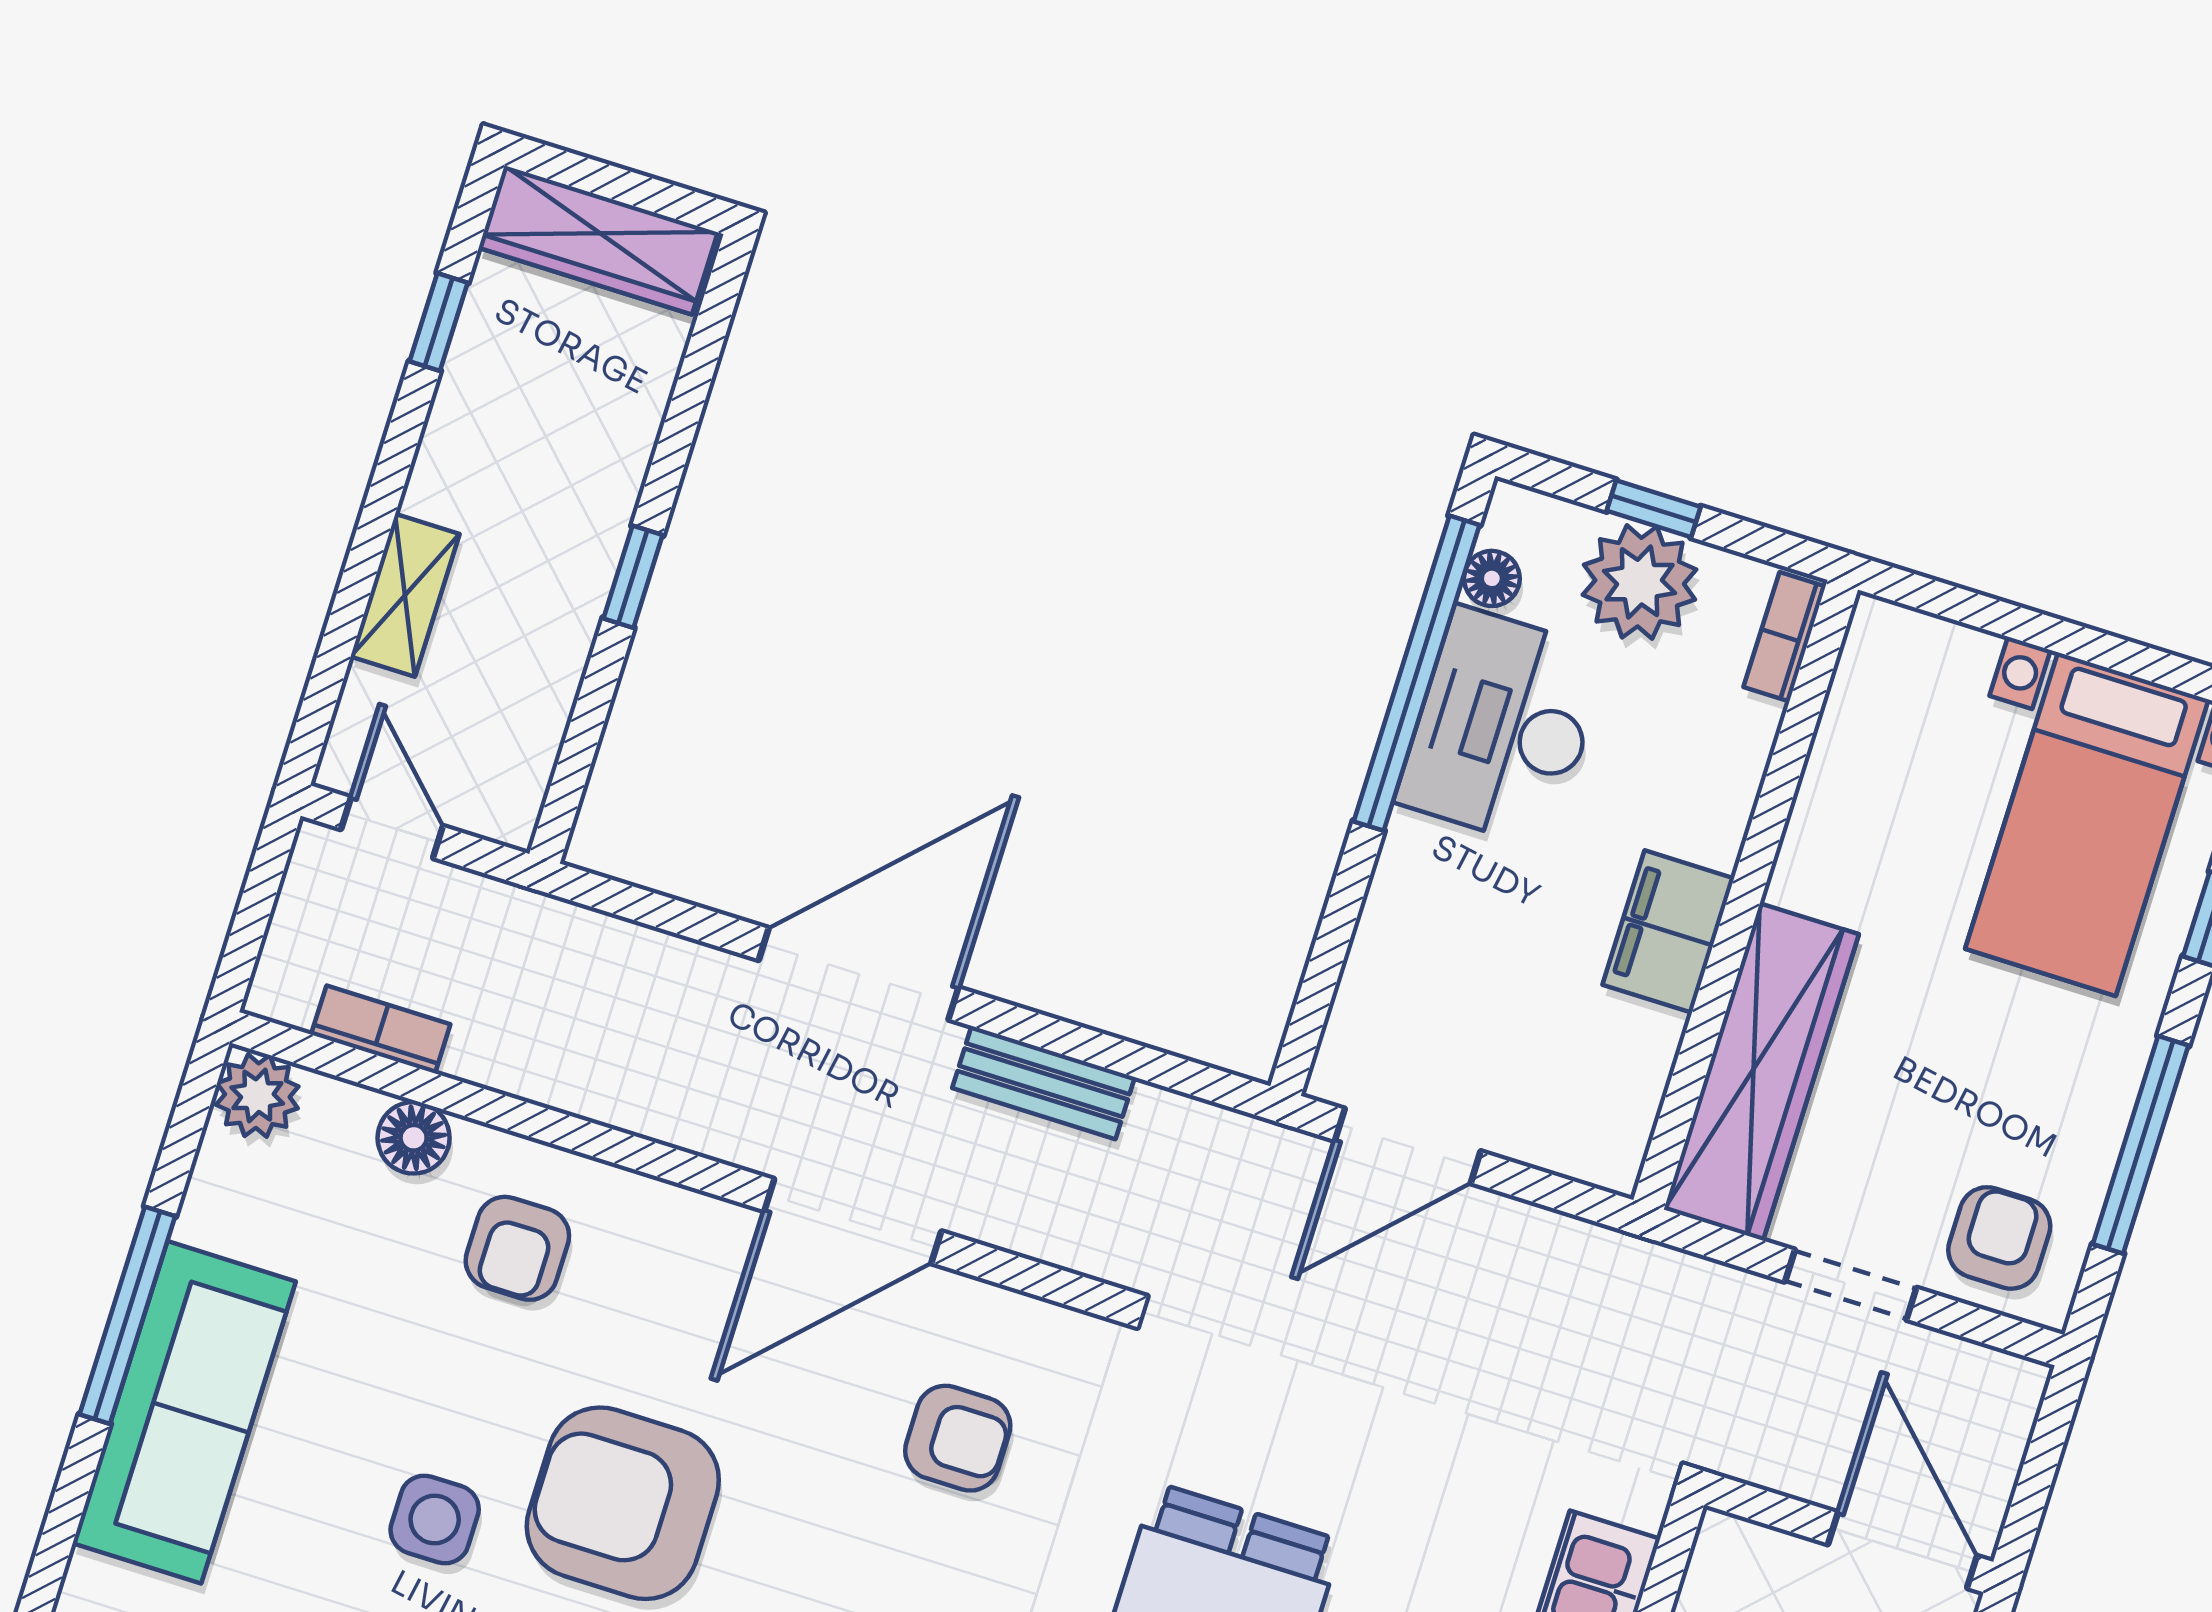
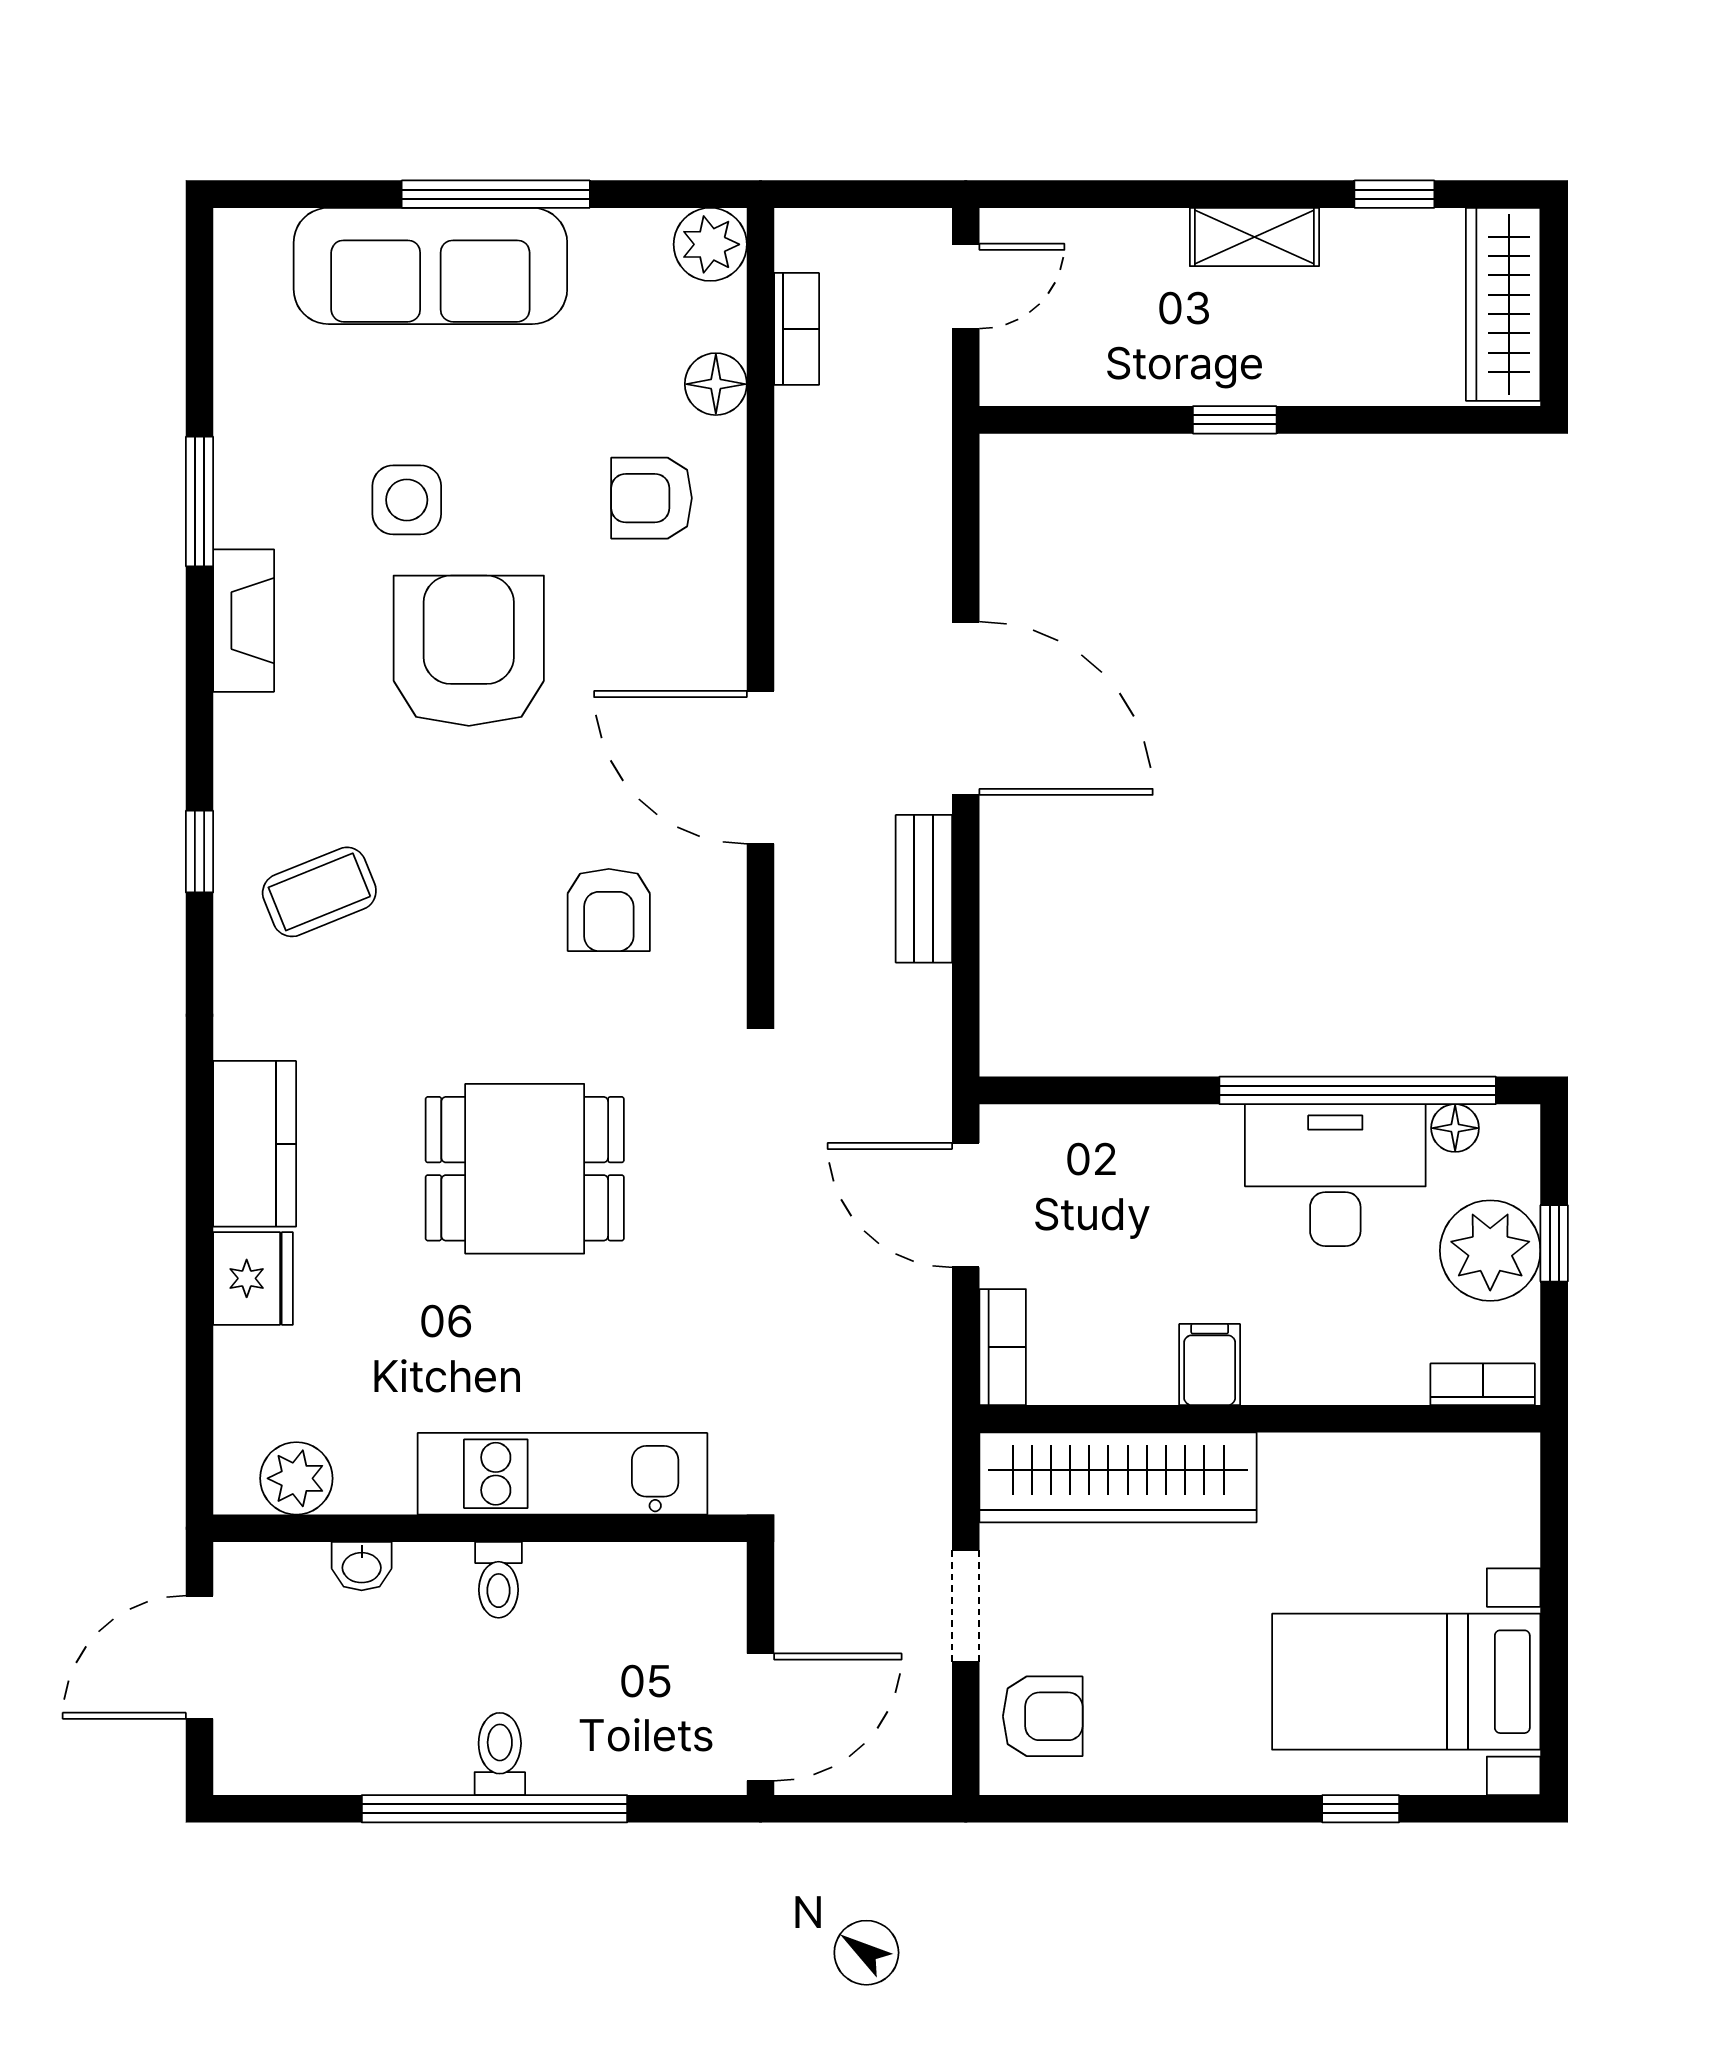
shelving: (405, 595) -> (1254, 237), moved
filing cabinet: (1668, 932) -> (1210, 1365), width x0.50
window: (2141, 1145) -> (1156, 1809), removed
bookcase: (1577, 1154) -> (1003, 1347), added

